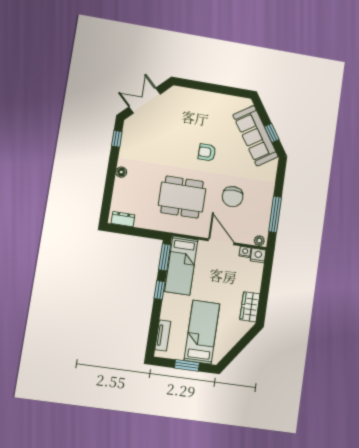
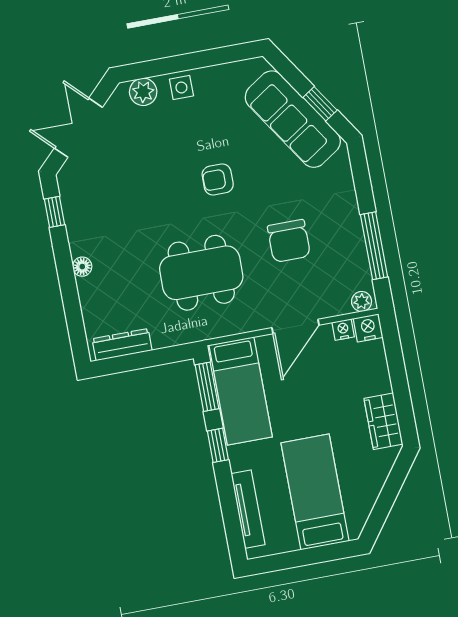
plant: (184, 95) -> (143, 92), added
side table: (205, 99) -> (181, 87), added
dresser: (123, 219) -> (122, 345), width x1.44
door: (221, 242) -> (296, 326), swing flipped
tv unit: (163, 335) -> (248, 509), width x1.41
window: (187, 365) -> (308, 556), removed

